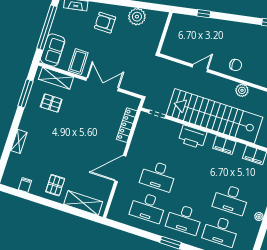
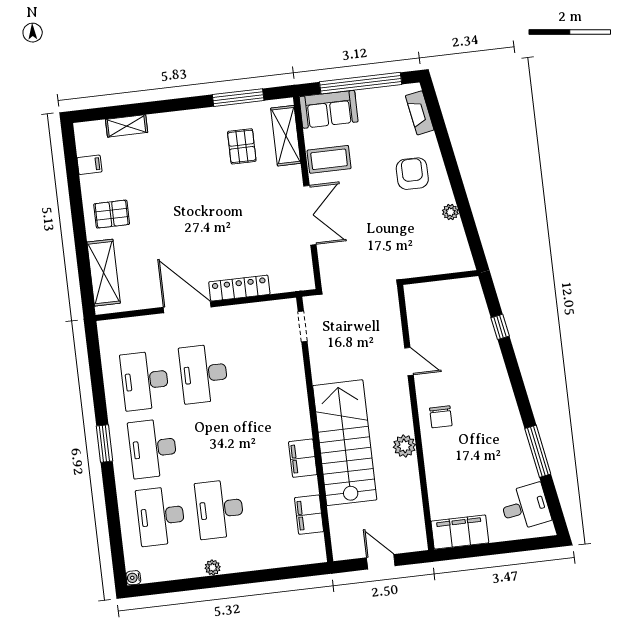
plant: (137, 17) -> (450, 212), width x0.53, depth x0.53
stairs: (215, 116) -> (345, 443), width x0.73
locker: (127, 125) -> (239, 288), moved
printer: (193, 137) -> (292, 401), removed
shelving: (19, 141) -> (127, 126), moved

